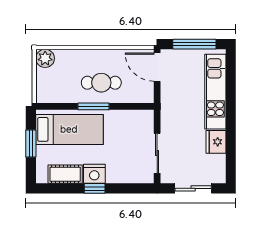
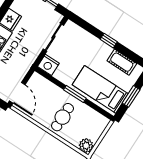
cafe table: (101, 83) -> (62, 117), moved, turned 90
nightstand: (94, 174) -> (48, 65), moved, turned 180

